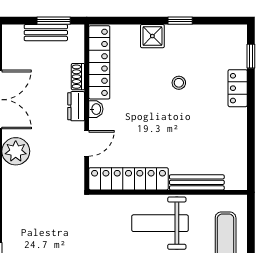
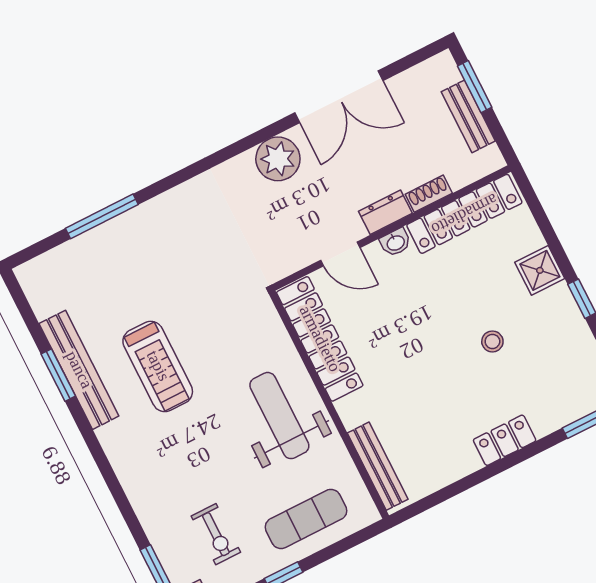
window: (54, 21) -> (475, 87), moved
locker: (238, 88) -> (505, 440), moved
bench: (197, 182) -> (378, 466), moved

